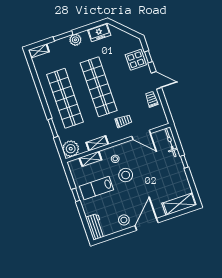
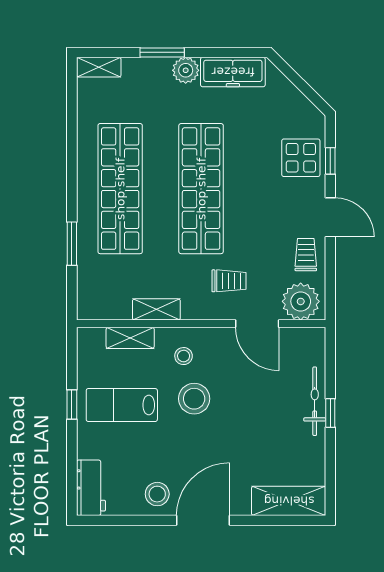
freezer: (99, 32) -> (233, 72), width x1.40
bicycle: (170, 142) -> (315, 401), moved
plant: (71, 149) -> (301, 301), moved

